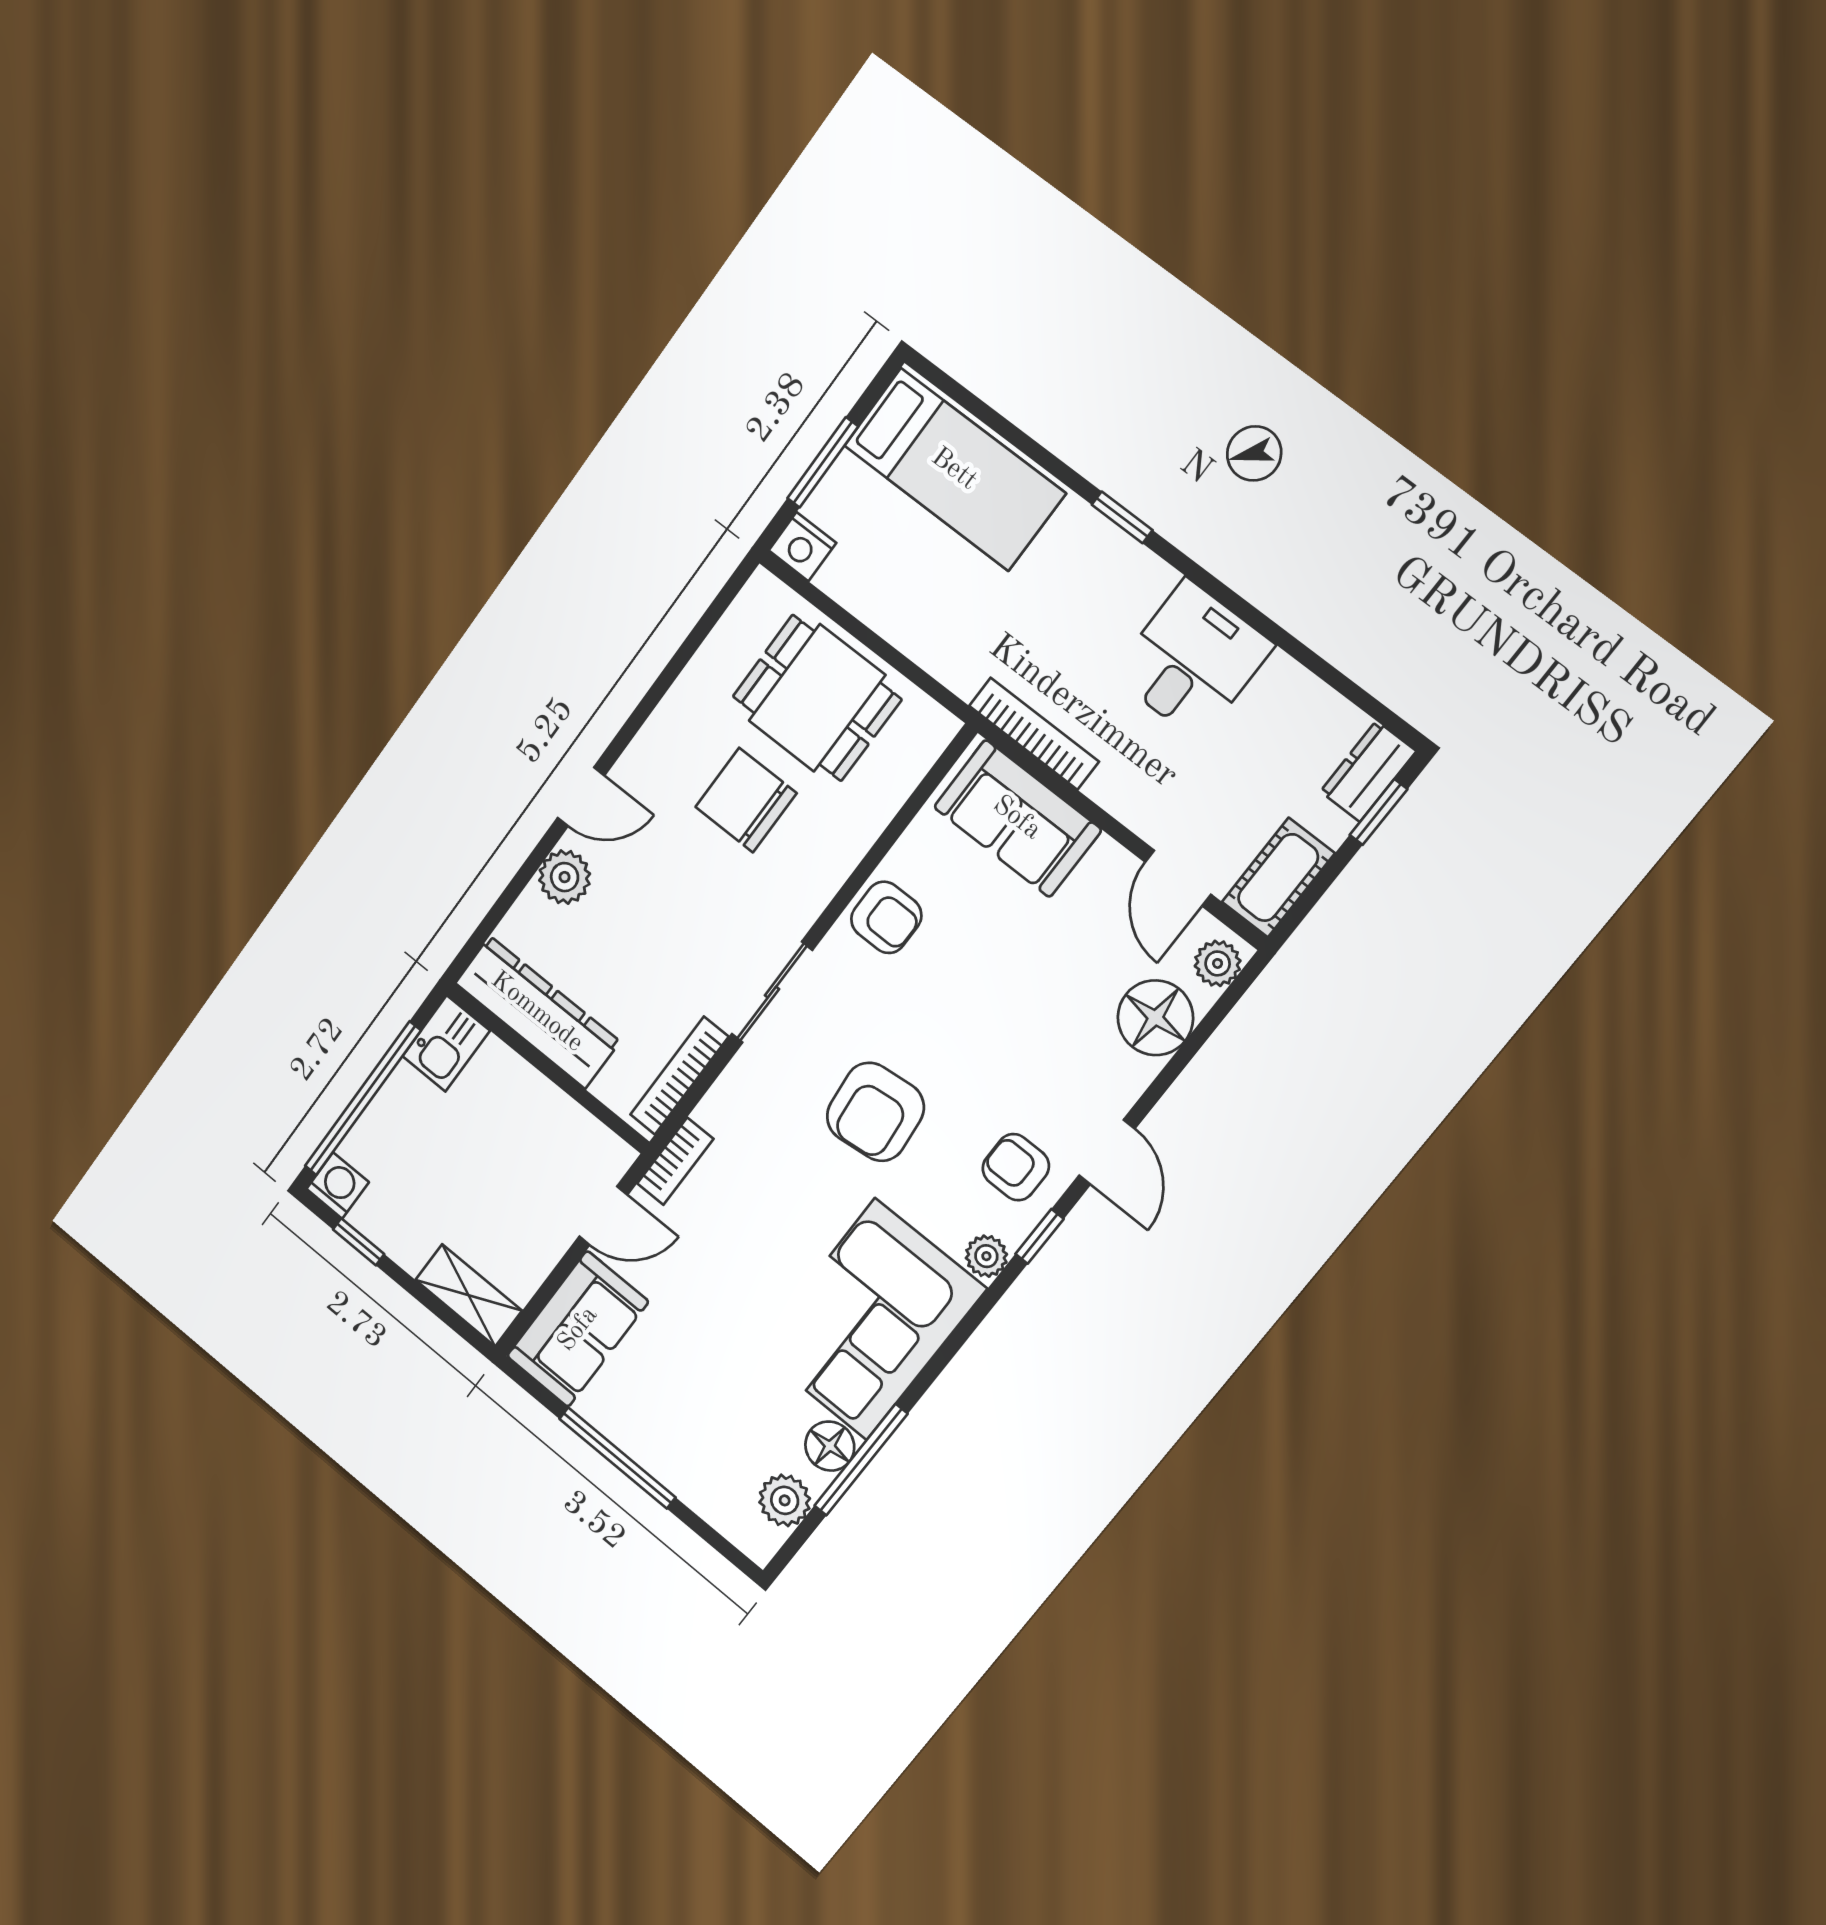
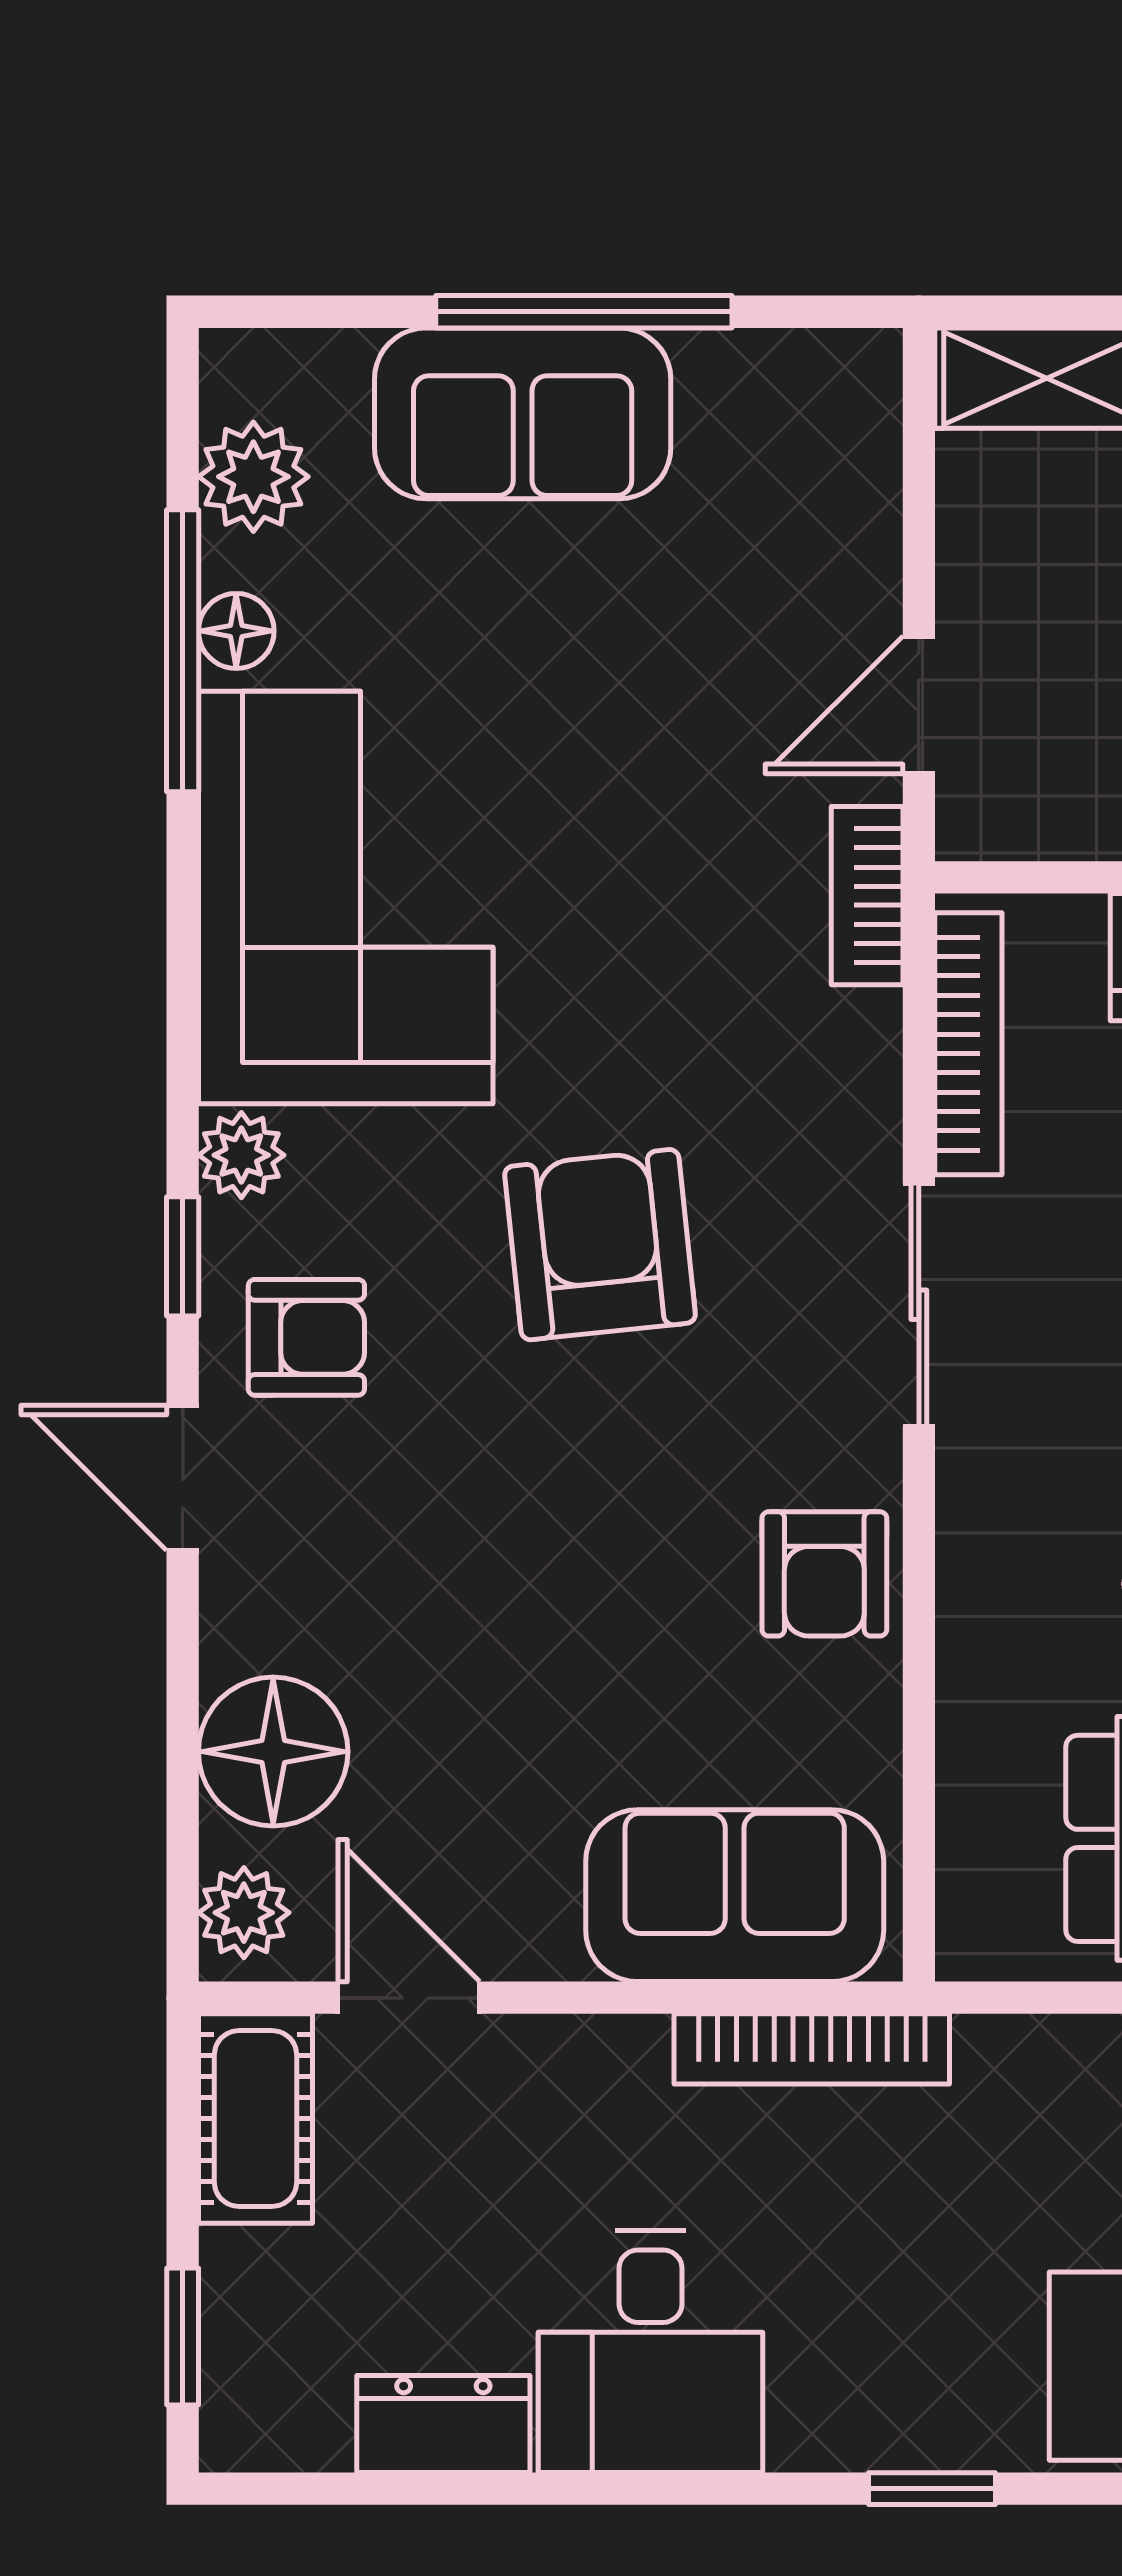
dresser: (1368, 771) -> (443, 2424), moved, turned -90
armchair: (886, 917) -> (824, 1574), turned -90
sofa: (578, 1329) -> (523, 413), moved, turned -90
floor lamp: (830, 1446) -> (236, 631), width x0.73, depth x0.73

